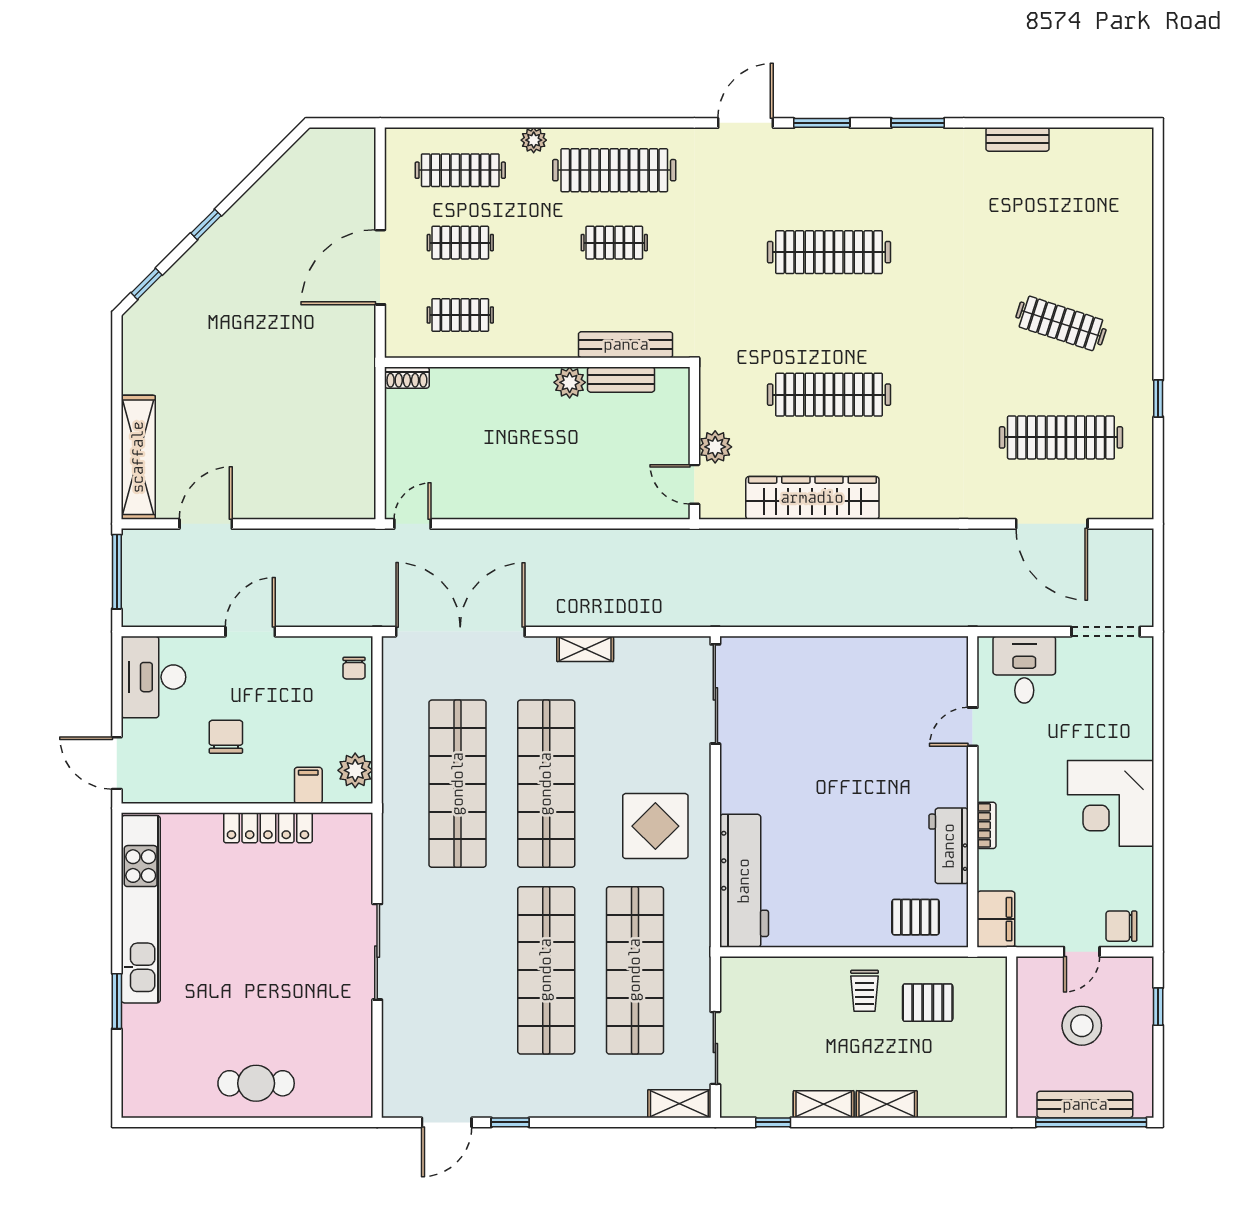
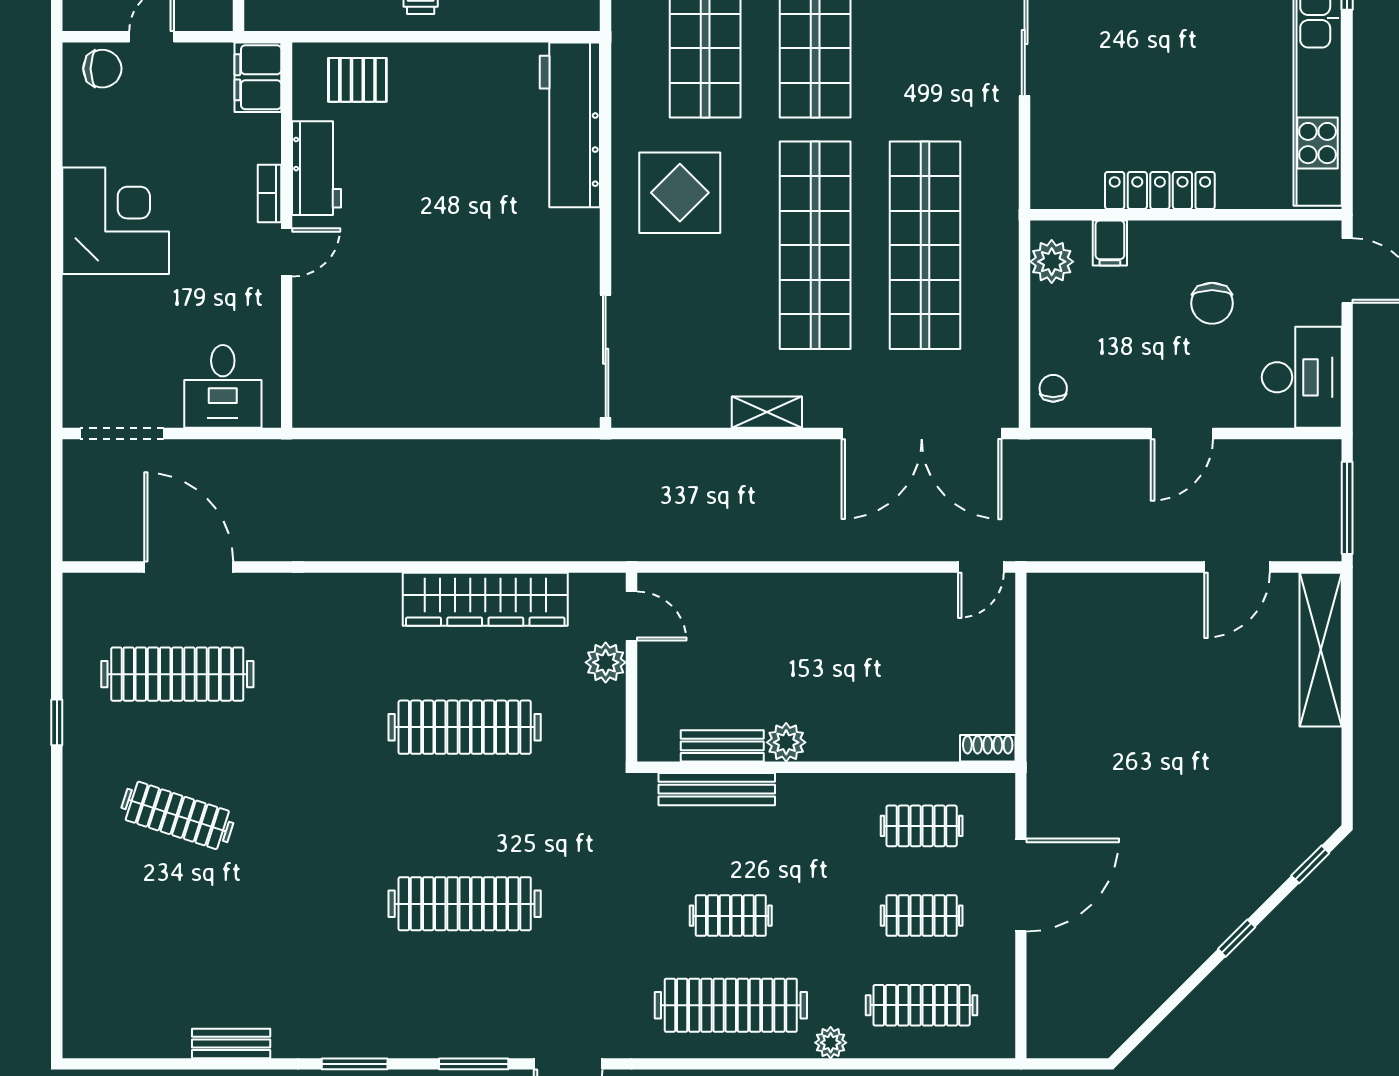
door: (973, 727) -> (287, 252), moved

